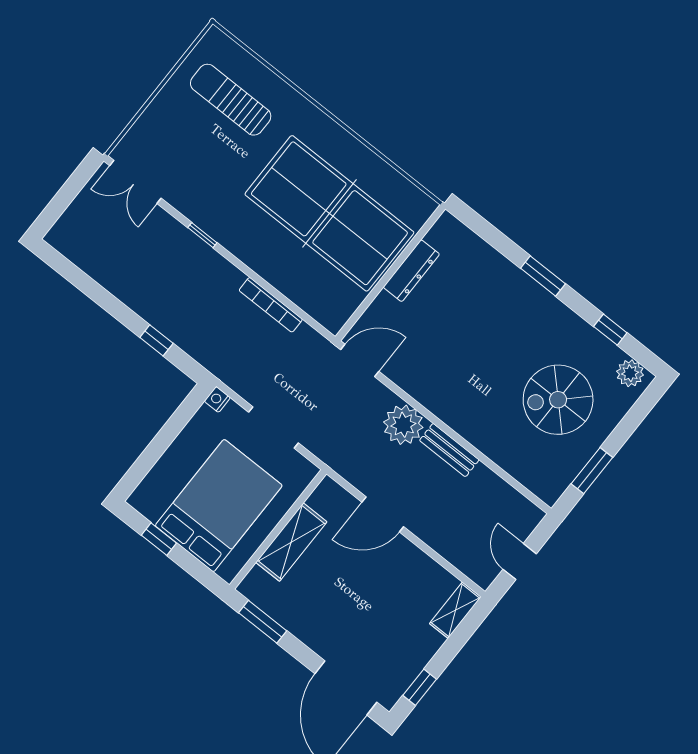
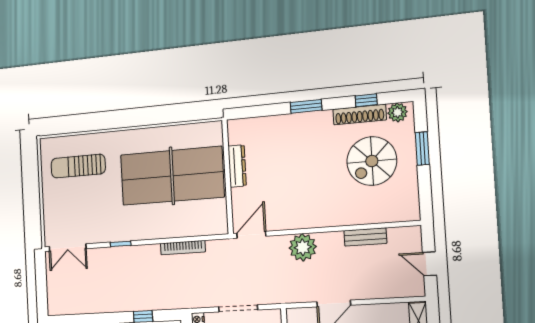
shoe rack: (590, 338) -> (360, 114), added
bench: (449, 450) -> (365, 237), moved
window: (592, 471) -> (422, 149), moved

